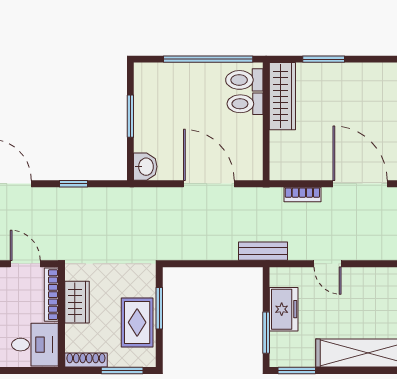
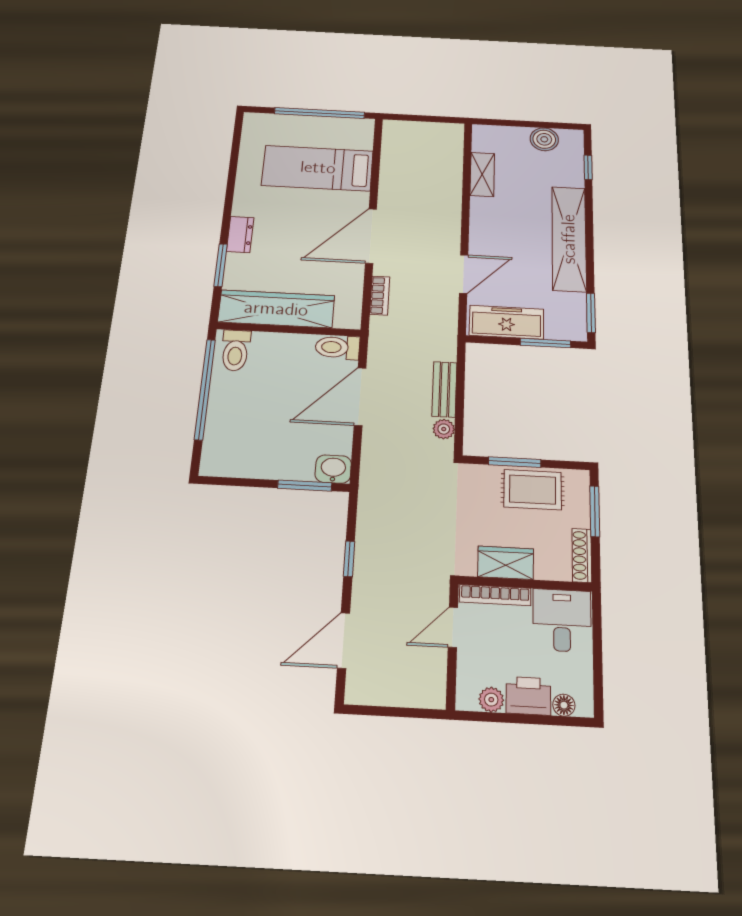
dresser: (355, 72) -> (240, 235), added
wardrobe: (282, 96) -> (276, 309), width x1.40, depth x1.17
toilet: (245, 104) -> (337, 347), moved, turned 90
window: (130, 116) -> (305, 486), moved
bench: (263, 251) -> (444, 389), moved
plant: (184, 252) -> (444, 429), added
door: (328, 264) -> (464, 274), width x1.38
freezer: (284, 309) -> (507, 322), width x1.40

